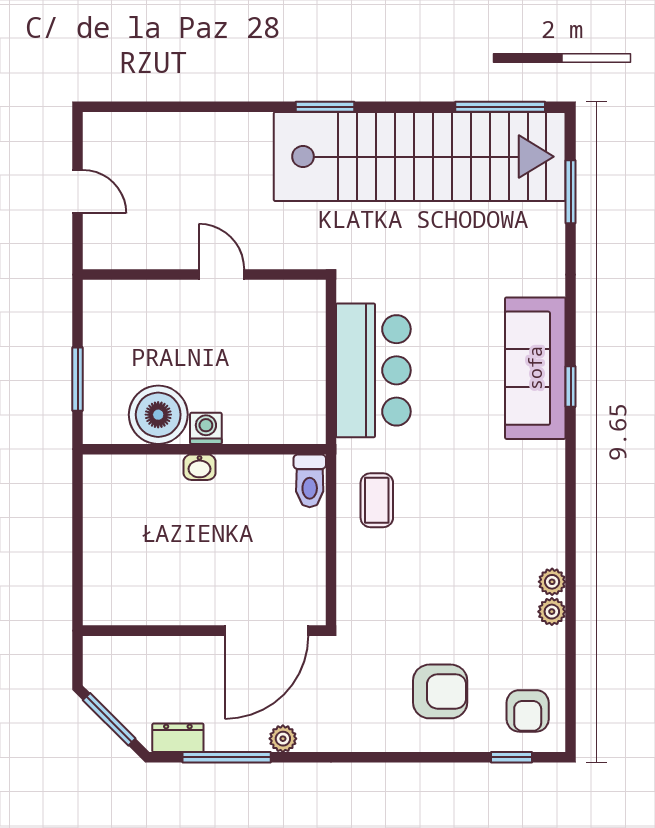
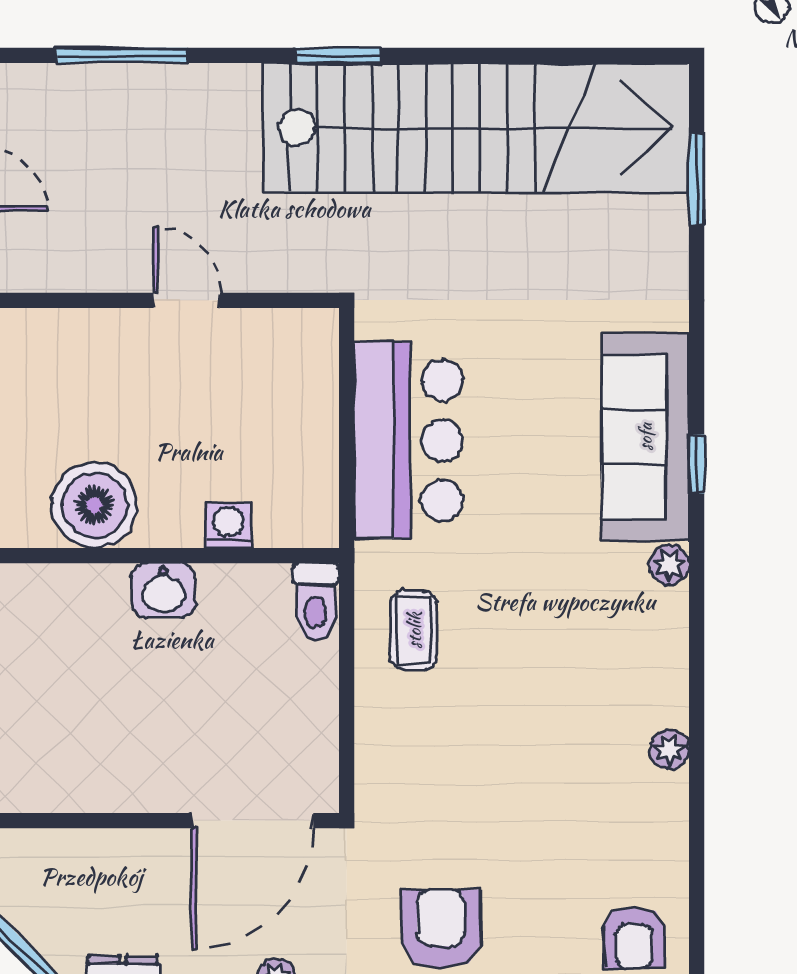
window: (500, 107) -> (122, 55), moved
washing machine: (206, 428) -> (228, 525), moved
washbasin: (199, 467) -> (163, 590), width x1.38, depth x1.45
plant: (552, 612) -> (669, 565), moved
armchair: (440, 691) -> (441, 929), moved, turned -90

